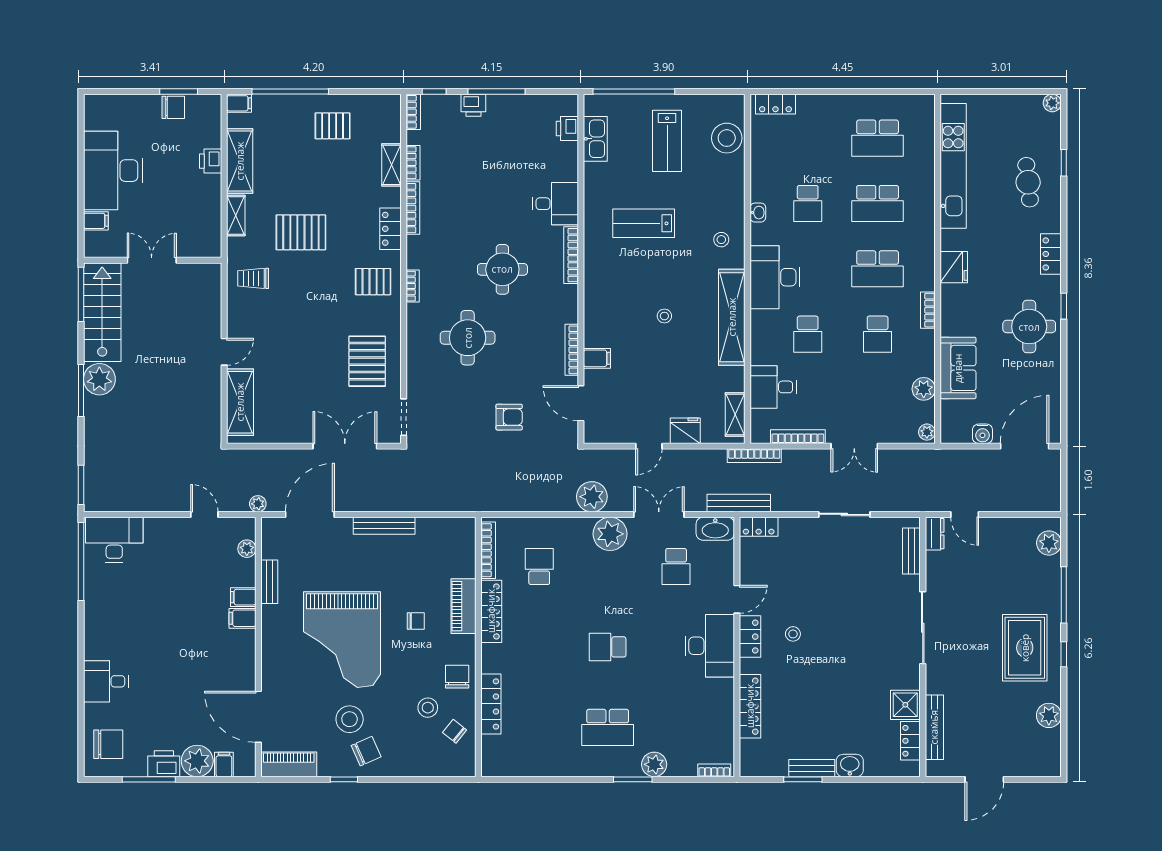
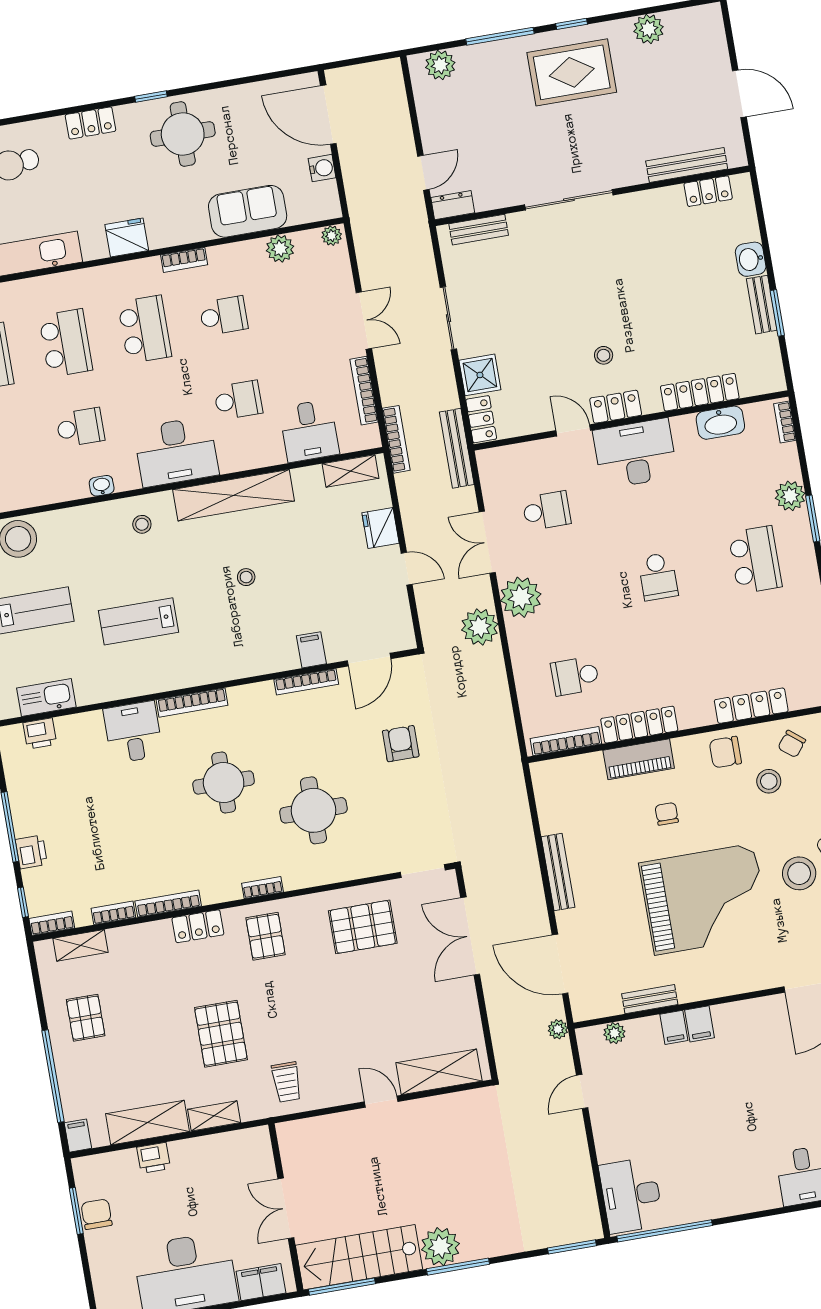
shelving: (391, 165) -> (81, 945), moved
filing cabinet: (96, 221) -> (261, 1282), width x2.00
lab bench: (644, 223) -> (139, 621), turned 90
washbasin: (715, 529) -> (720, 423), moved, turned 90
shower: (905, 705) -> (480, 375), moved

